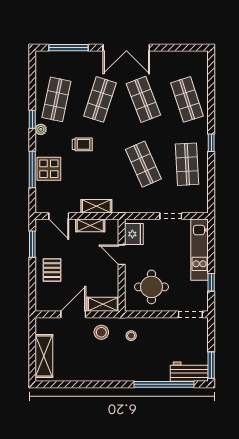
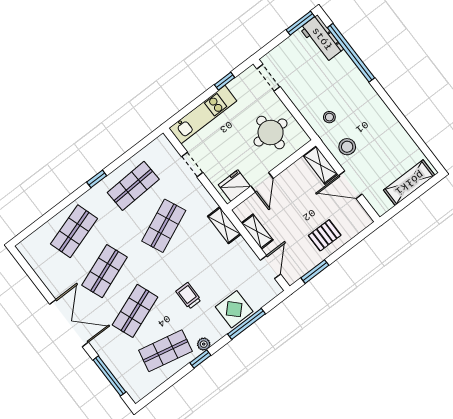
shop shelf: (100, 99) -> (135, 311), turned -39
shelving: (96, 206) -> (224, 225), moved

